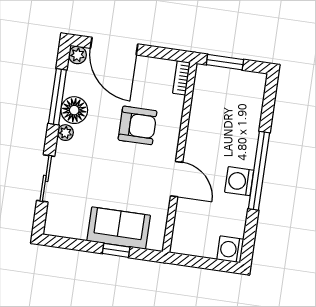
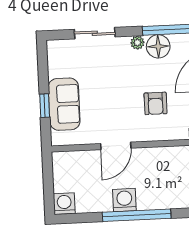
armchair: (138, 125) -> (156, 103), width x0.72, depth x0.72

